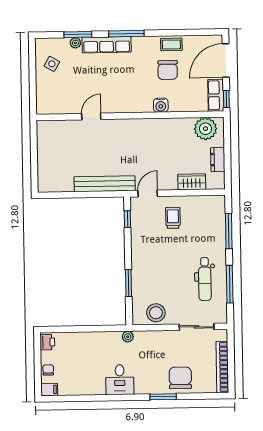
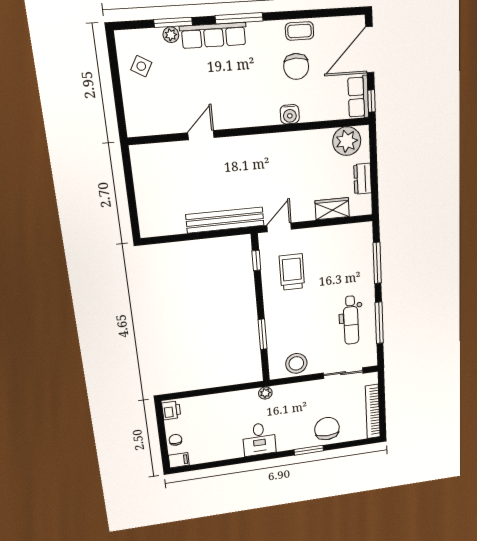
trolley: (173, 218) -> (292, 272), moved, width x1.36, depth x1.39

